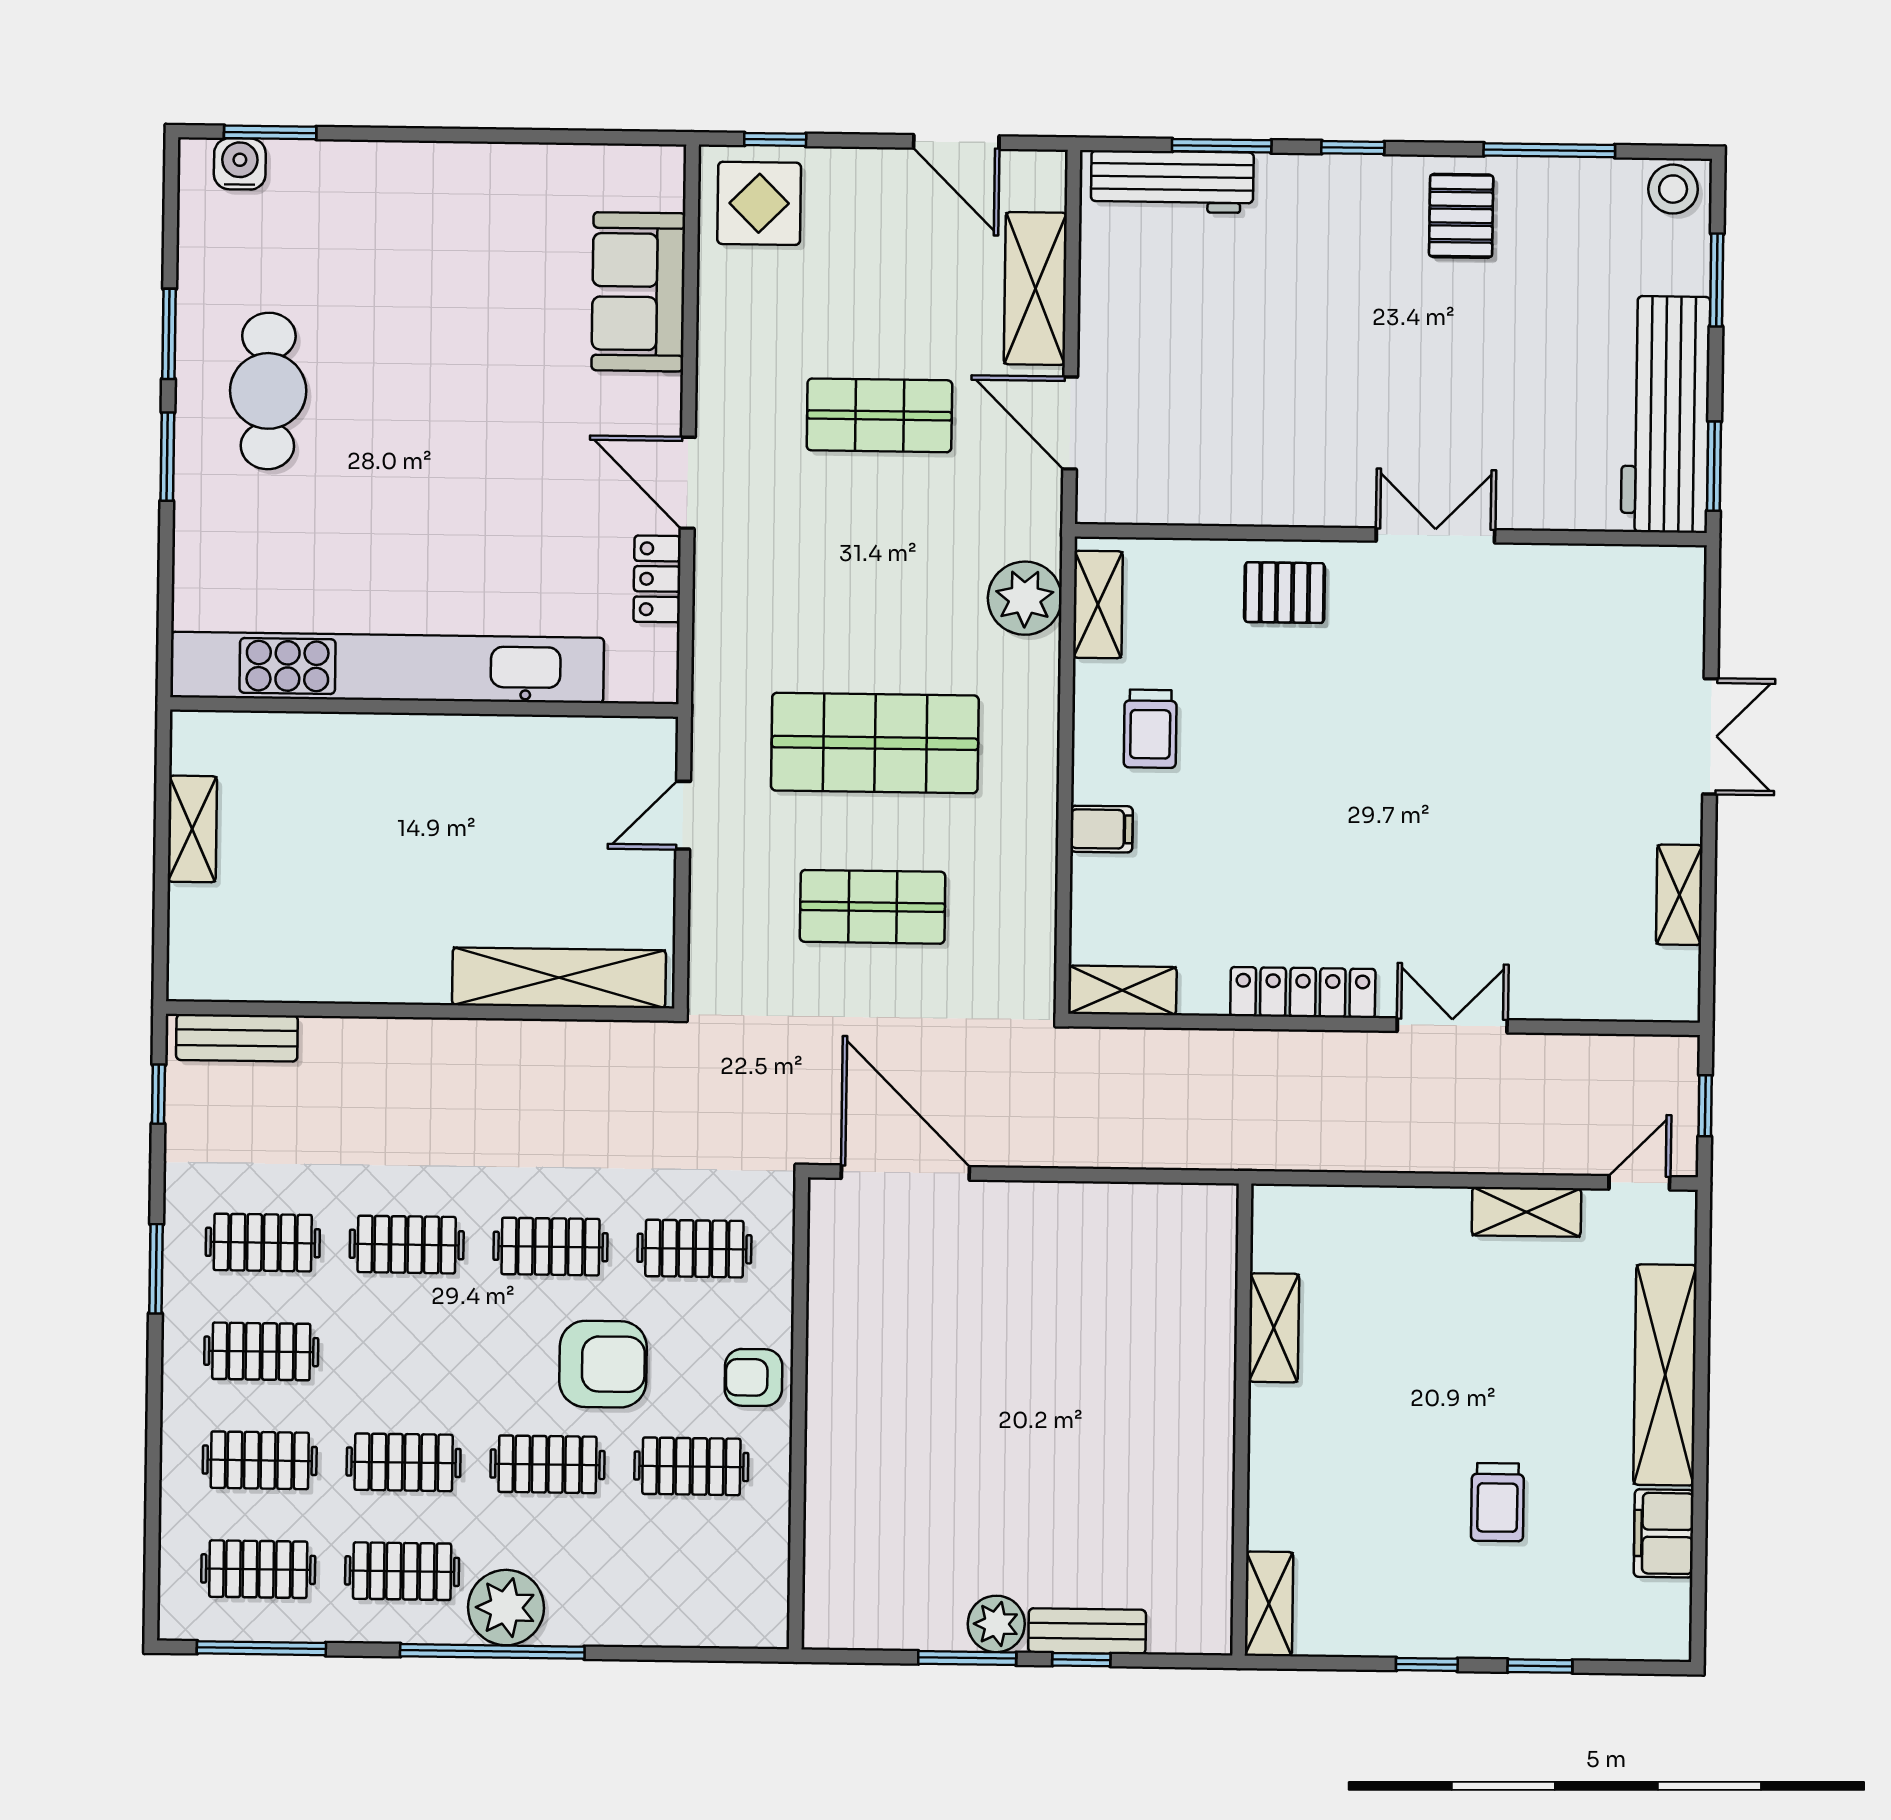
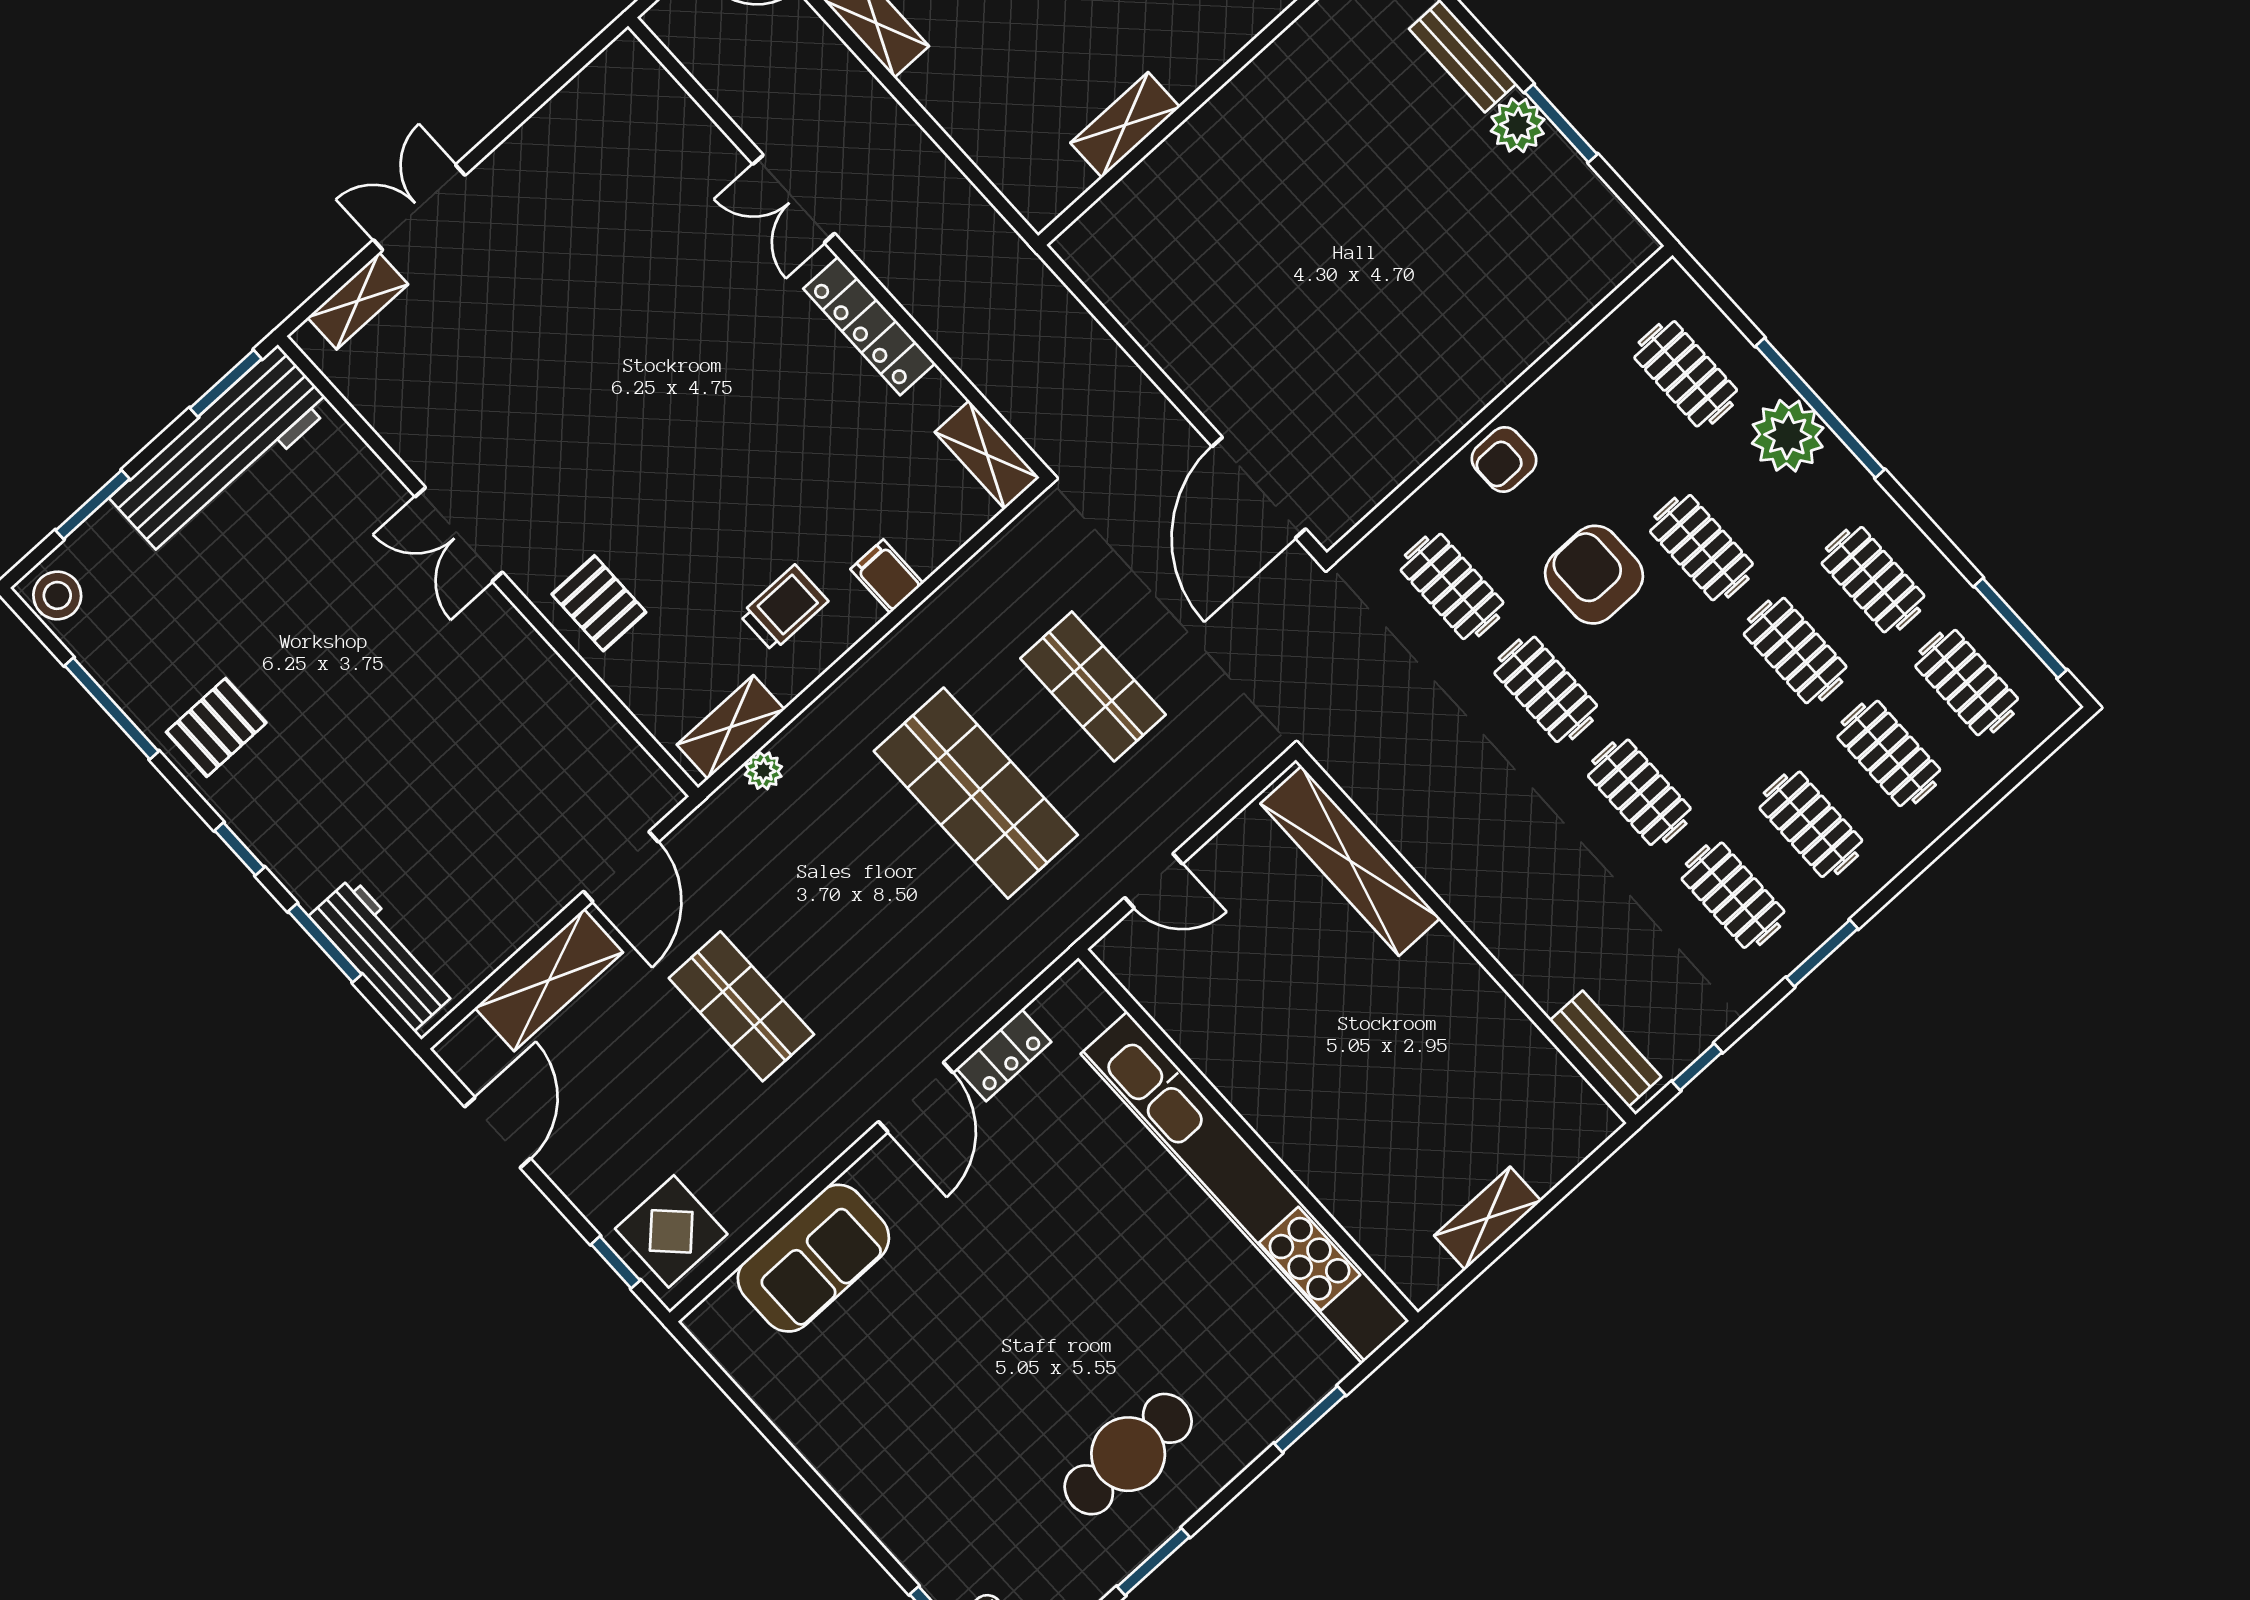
window: (167, 457) -> (1310, 1419), moved
plant: (1025, 598) -> (763, 771), width x0.53, depth x0.53
shelving: (1679, 895) -> (358, 301), moved
armchair: (754, 1377) -> (1504, 460), turned 90
clothes rail: (691, 1466) -> (1686, 374), moved
plant: (506, 1608) -> (1788, 436), moved
window: (492, 1651) -> (1820, 408), moved
window: (1081, 1660) -> (1487, 42), removed

